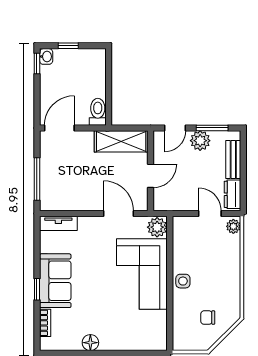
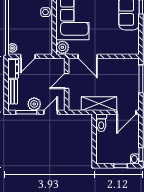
shelving: (121, 141) -> (99, 104), moved
door: (210, 214) -> (28, 56), hinge flipped
tv unit: (58, 223) -> (127, 50), removed

